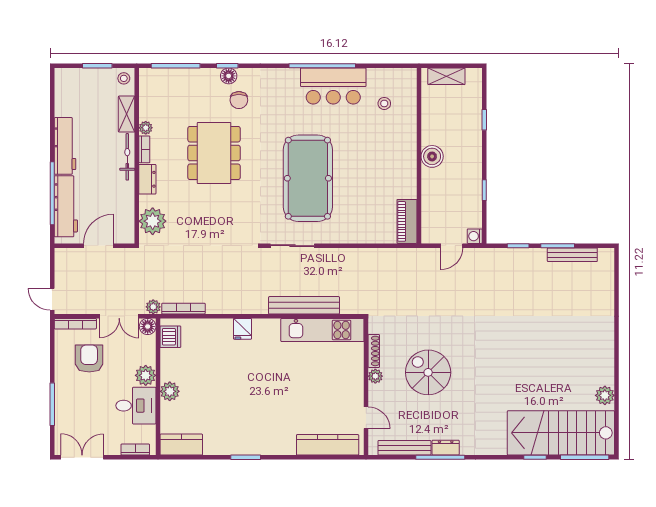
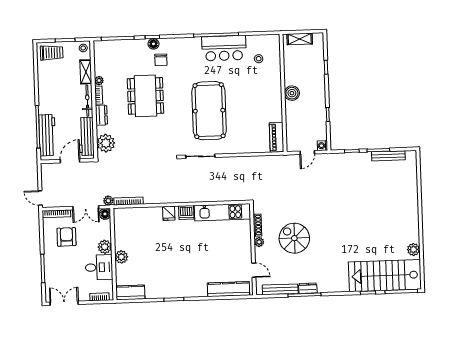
trolley: (77, 84) -> (52, 53), added
workbench: (65, 146) -> (86, 136), moved, turned 180
bench: (304, 305) -> (209, 196), removed
dishwasher: (170, 337) -> (186, 212), moved, turned 90

